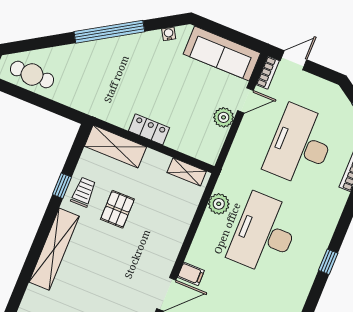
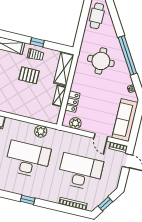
round table: (112, 80) -> (101, 61), added
plant: (224, 117) -> (75, 123), moved
locker: (149, 129) -> (73, 102), moved
shelving: (187, 172) -> (59, 96), moved
window: (328, 262) -> (28, 200), moved

